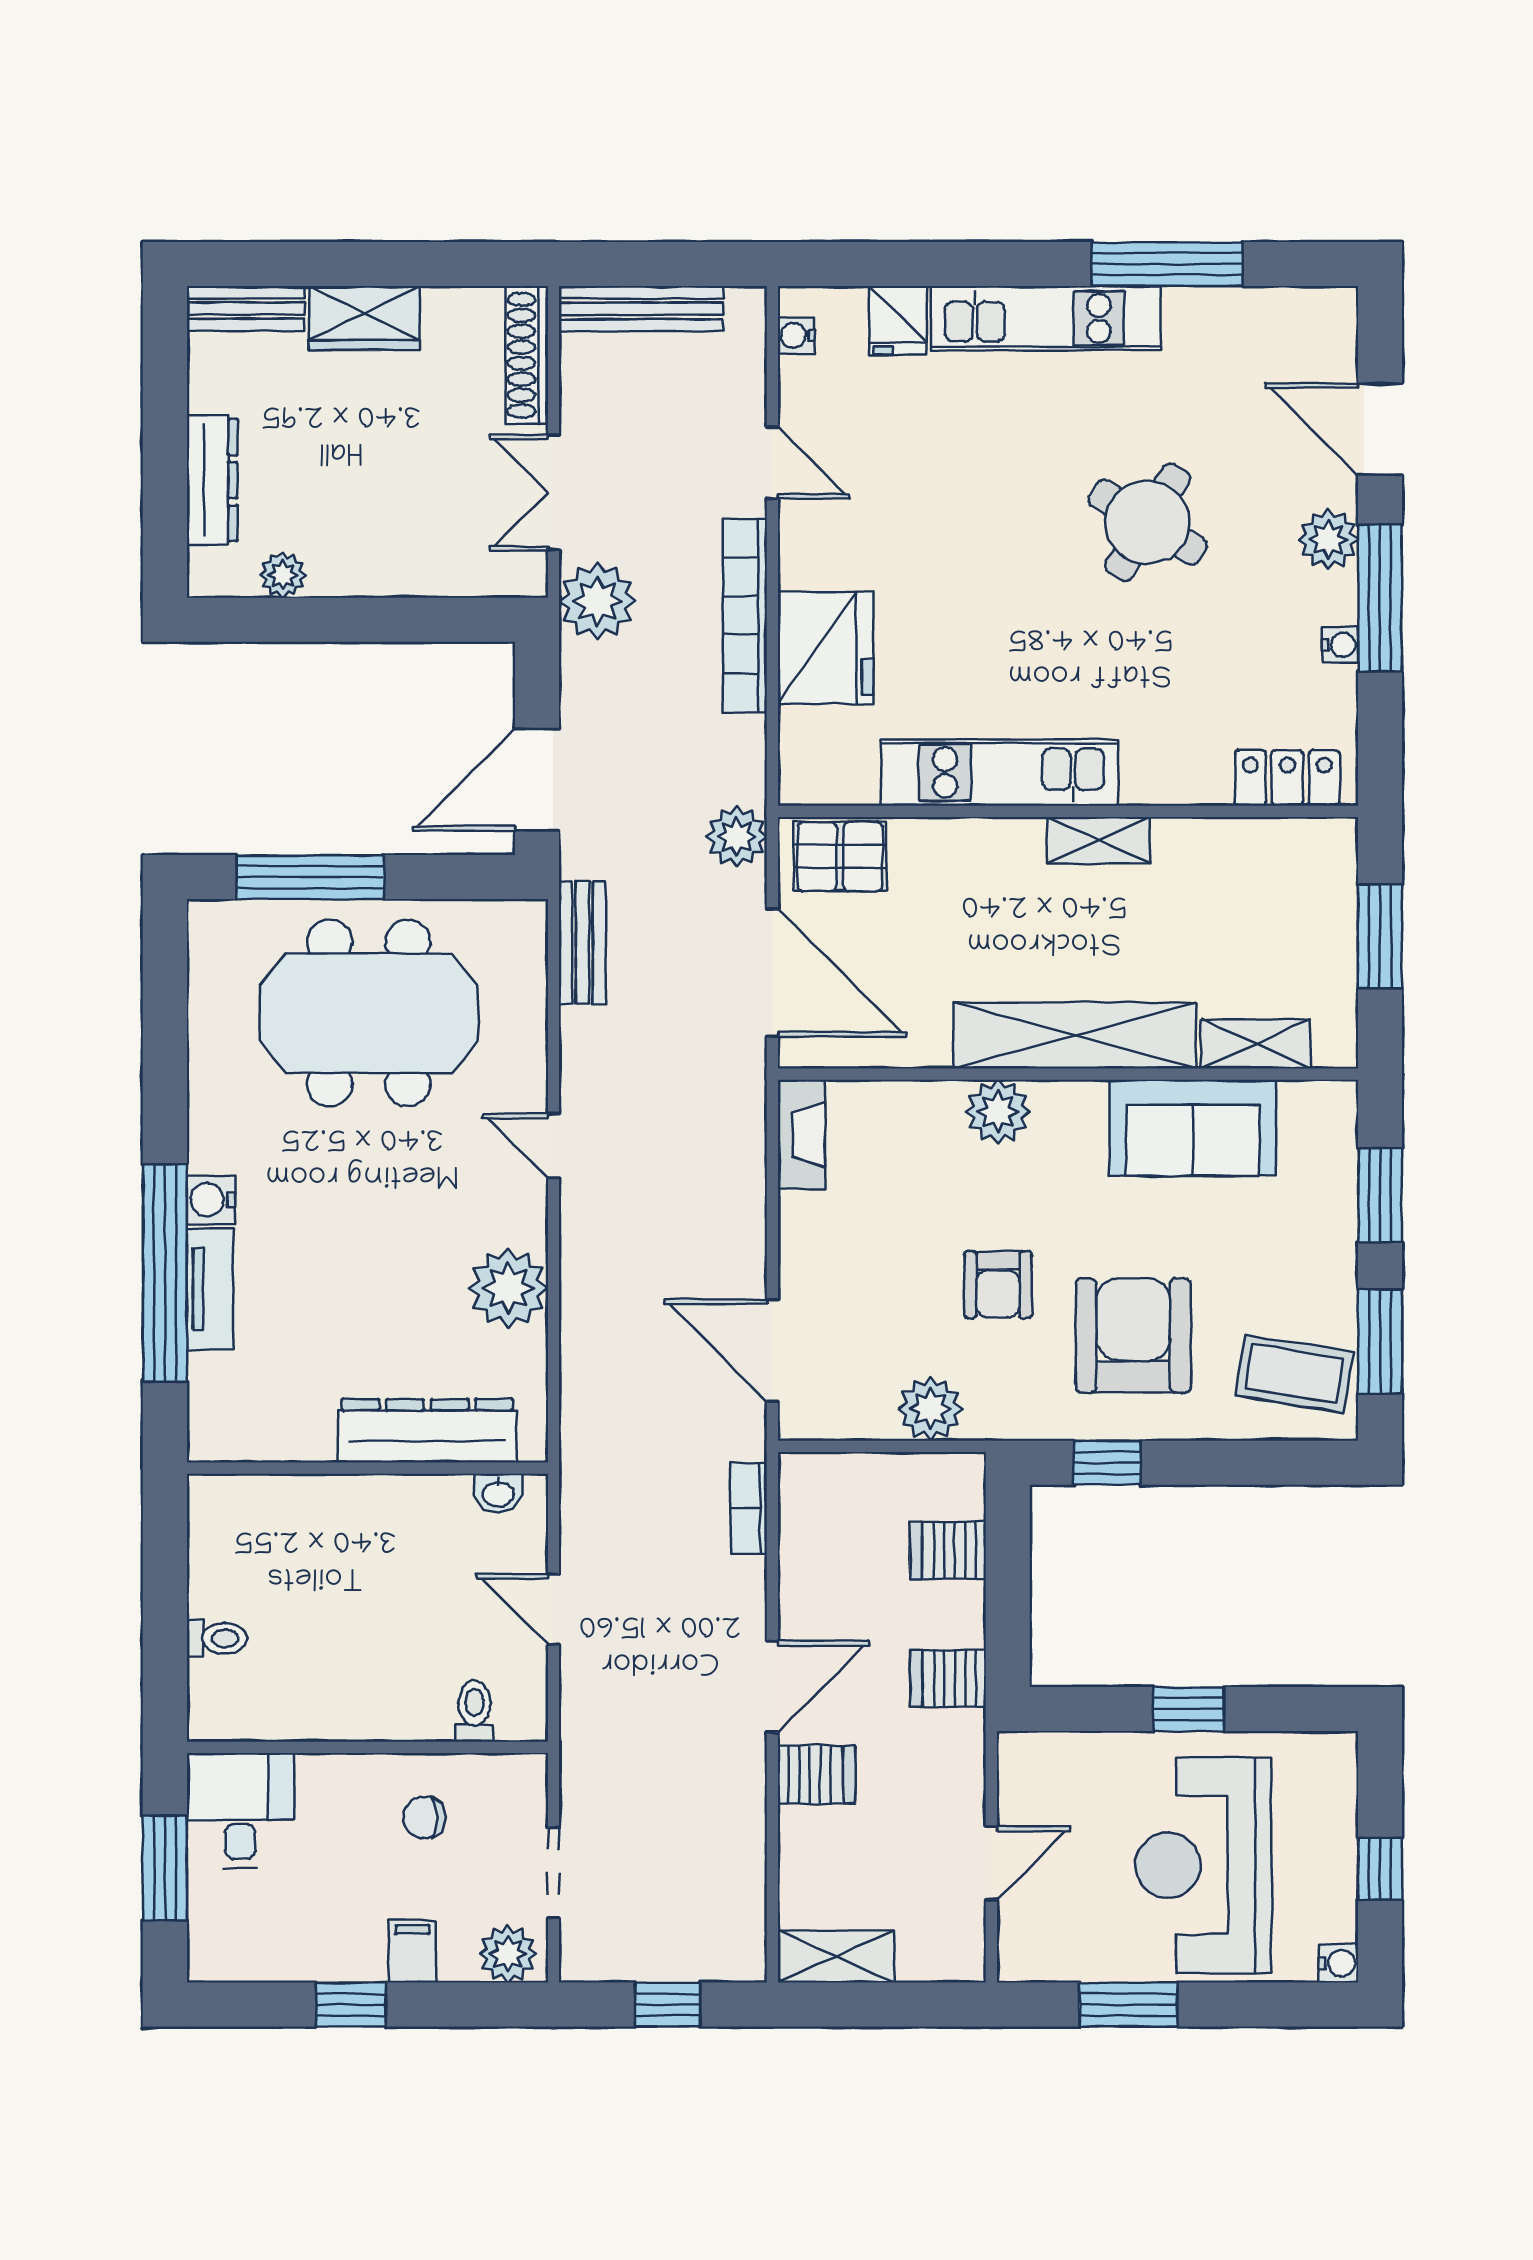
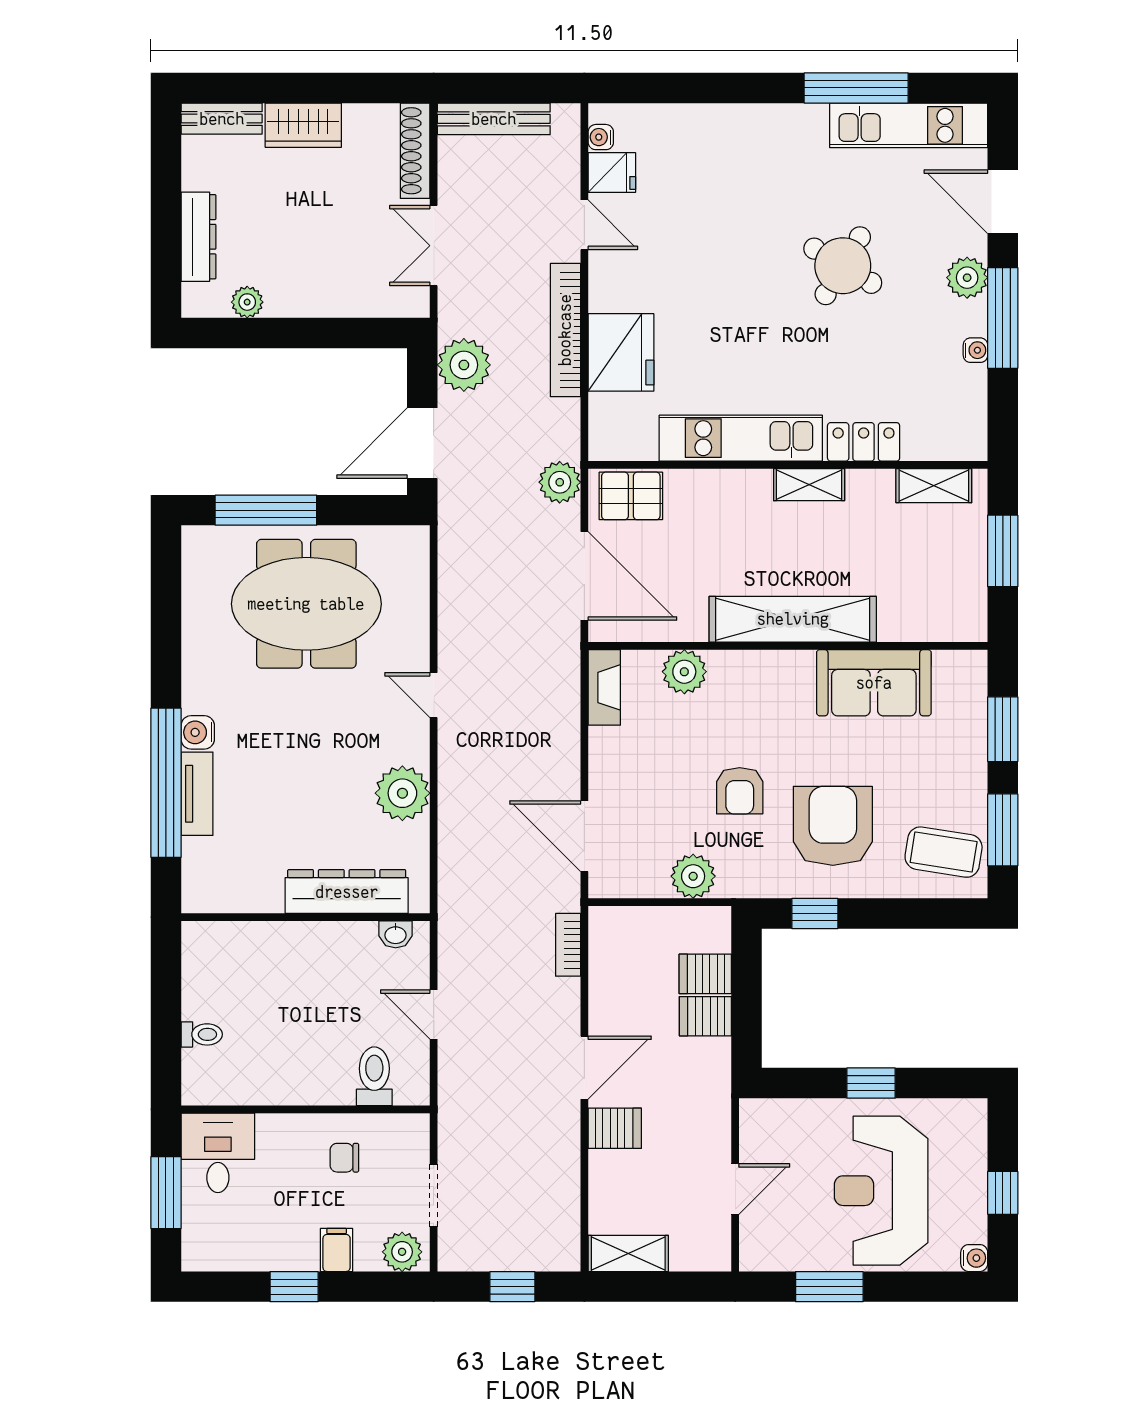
kitchen unit: (1046, 318) -> (909, 125), moved
fridge: (898, 320) -> (612, 173), moved, turned -90
plant: (597, 601) -> (464, 365), moved
locker: (1287, 778) -> (864, 442), moved
bench: (582, 943) -> (454, 555), removed
shelving: (1256, 1044) -> (934, 486), moved
plant: (998, 1112) -> (684, 672), moved
server rack: (948, 1678) -> (705, 1016), moved
toilet: (474, 1711) -> (374, 1076), width x1.37, depth x1.39

